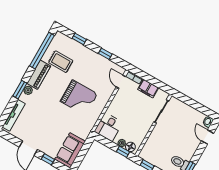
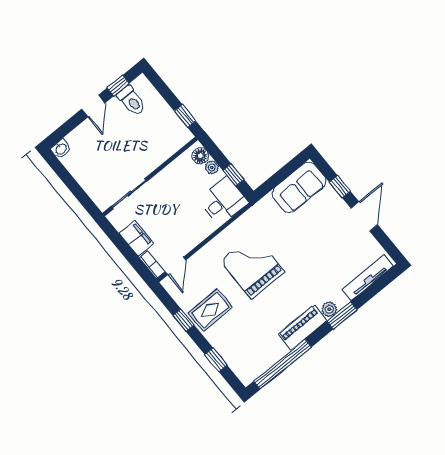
rug: (61, 62) -> (210, 310), moved, turned 90
door: (207, 137) -> (93, 106), moved
window: (123, 152) -> (234, 175), moved

